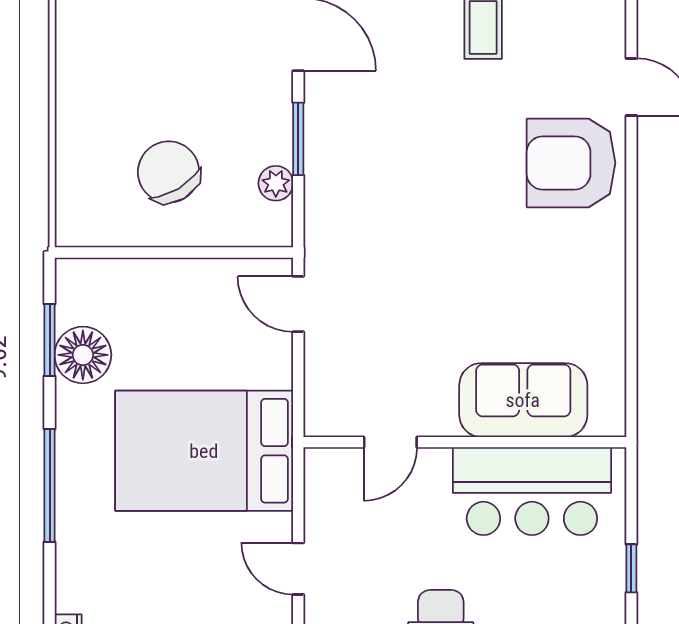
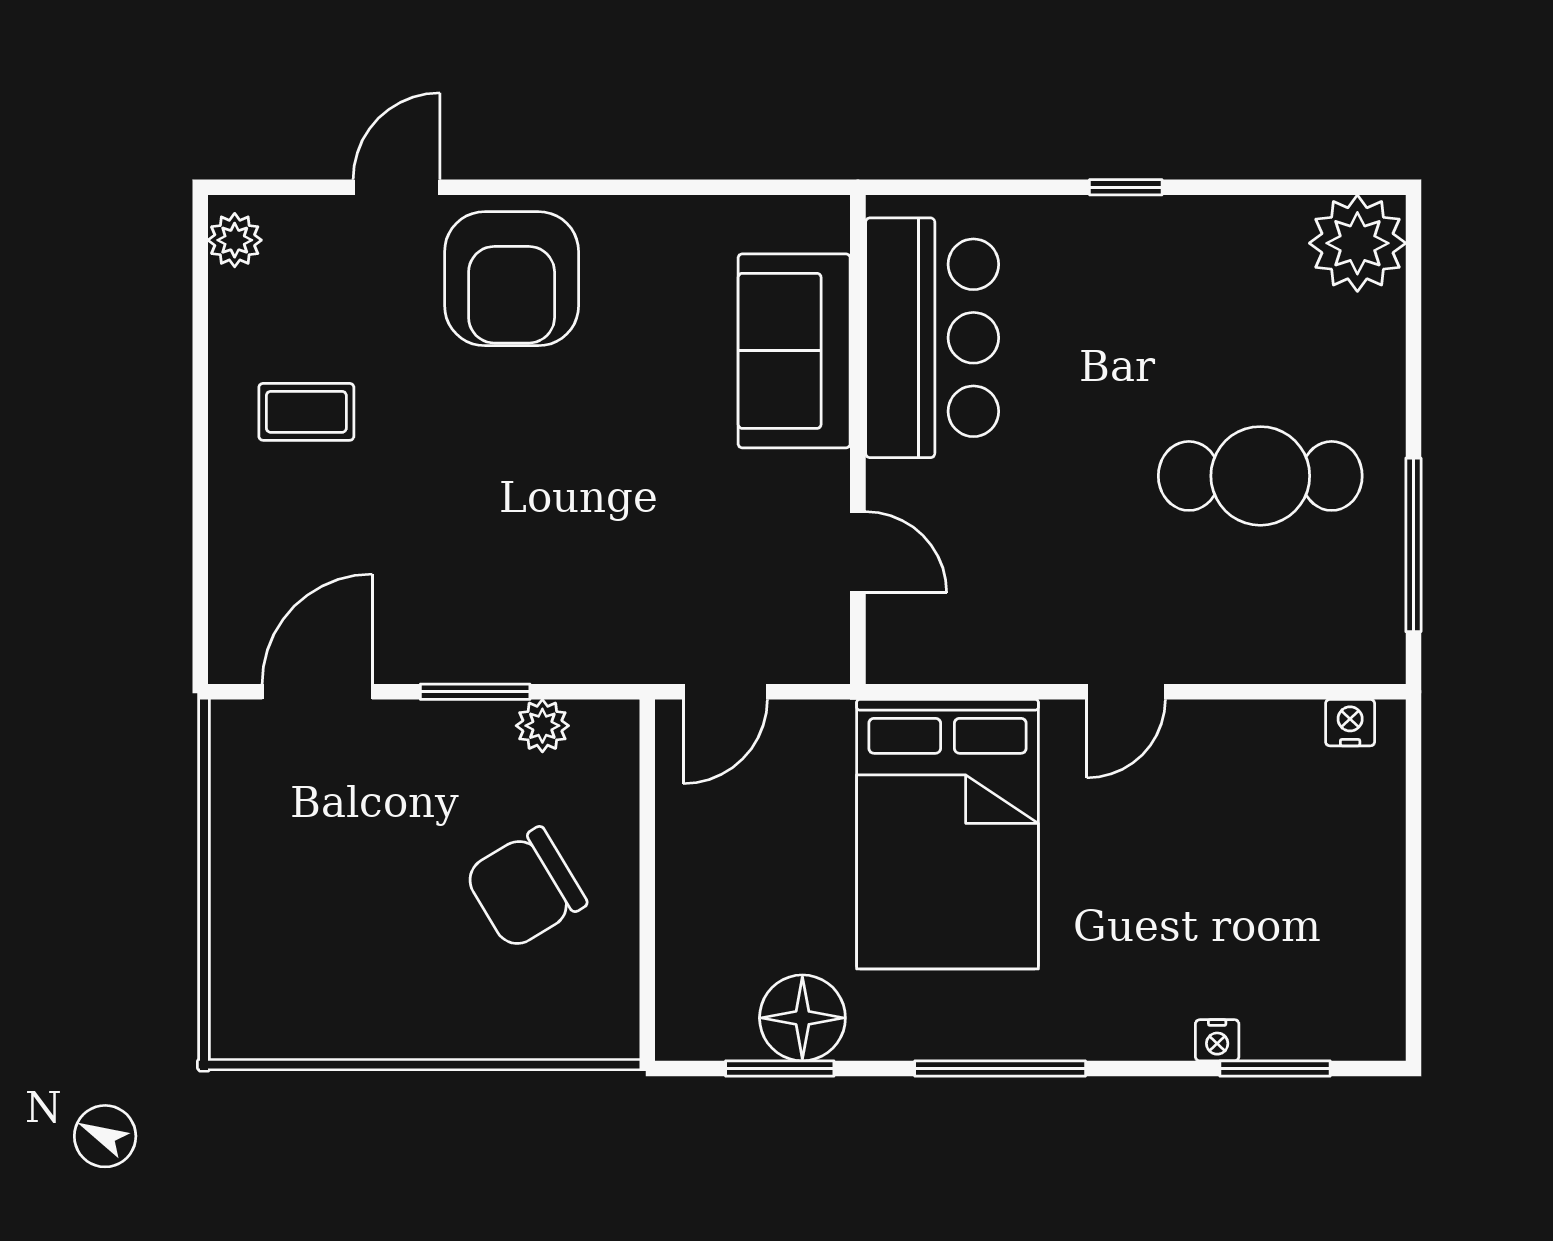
sofa: (523, 400) -> (794, 351), moved
door: (390, 442) -> (858, 552), moved
wall: (465, 442) -> (858, 439), moved
bar counter: (532, 491) -> (932, 338), moved

